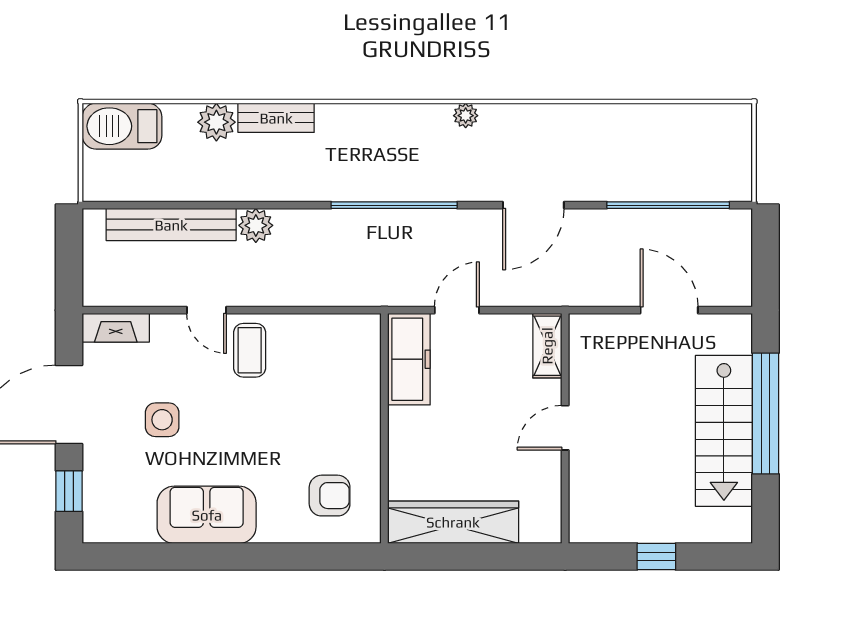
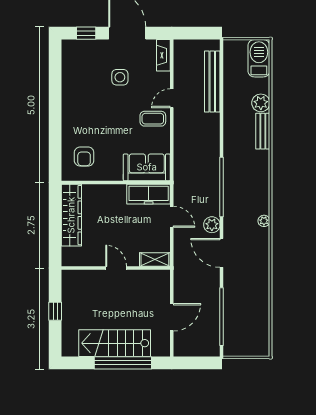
plant: (256, 225) -> (212, 225), moved
sofa: (207, 515) -> (147, 167), moved, turned -90

